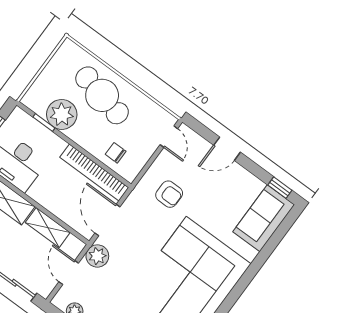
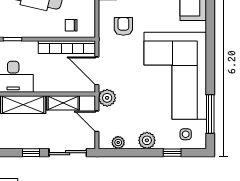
plant: (62, 114) -> (20, 26), removed
armchair: (169, 194) -> (123, 26), turned -90

